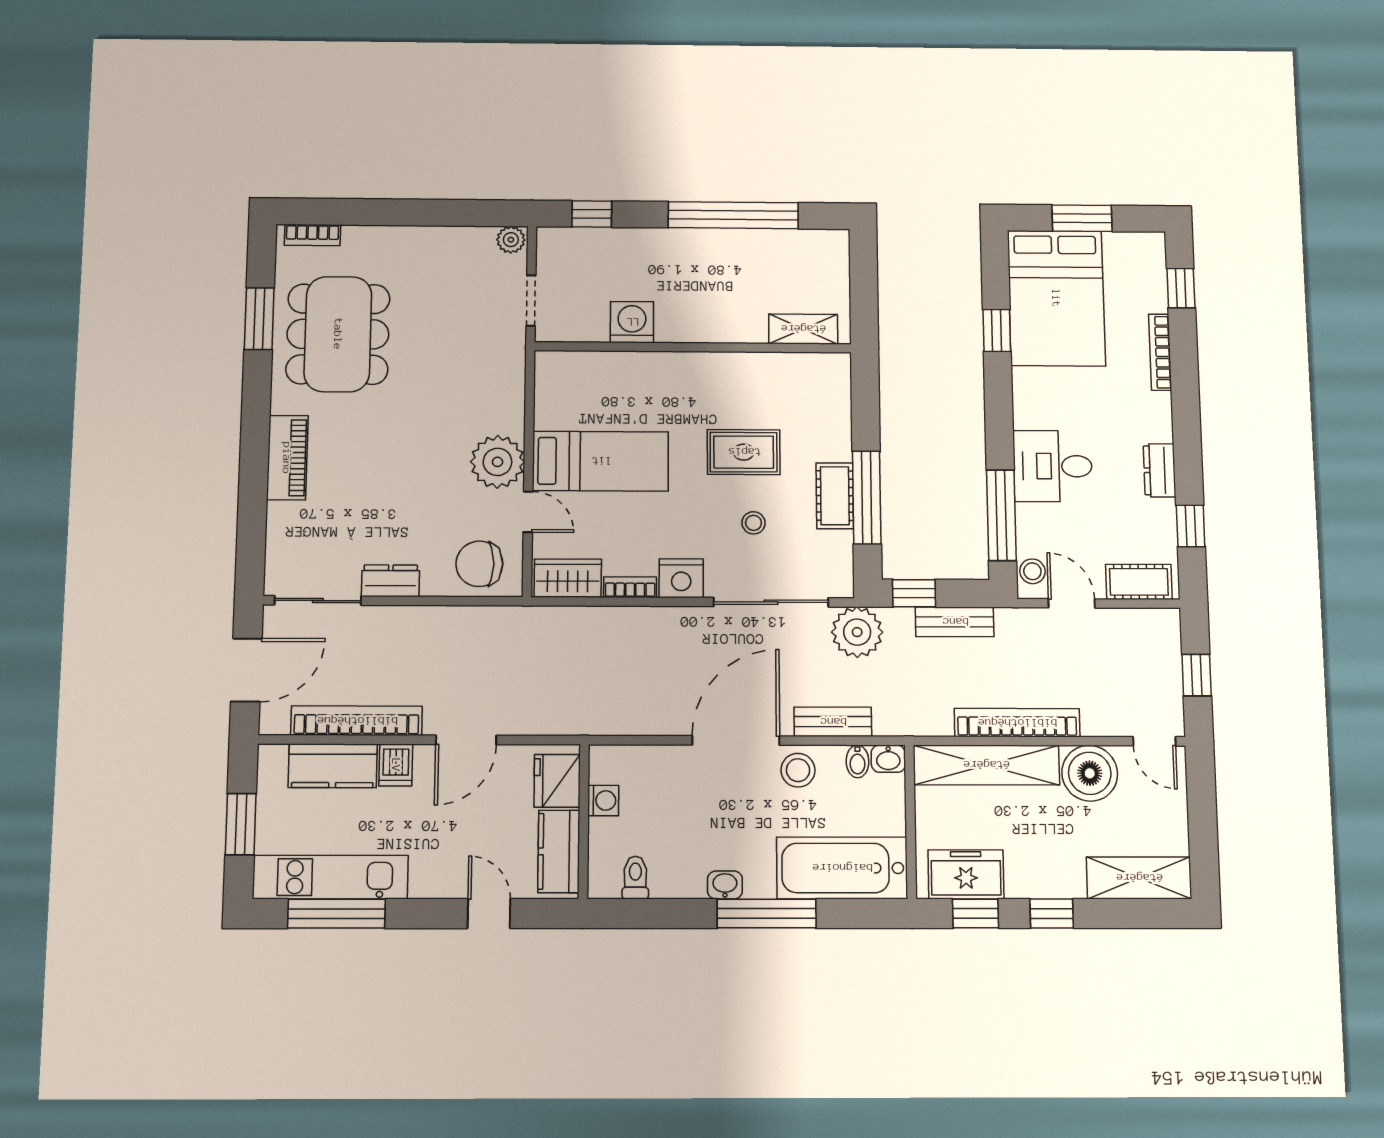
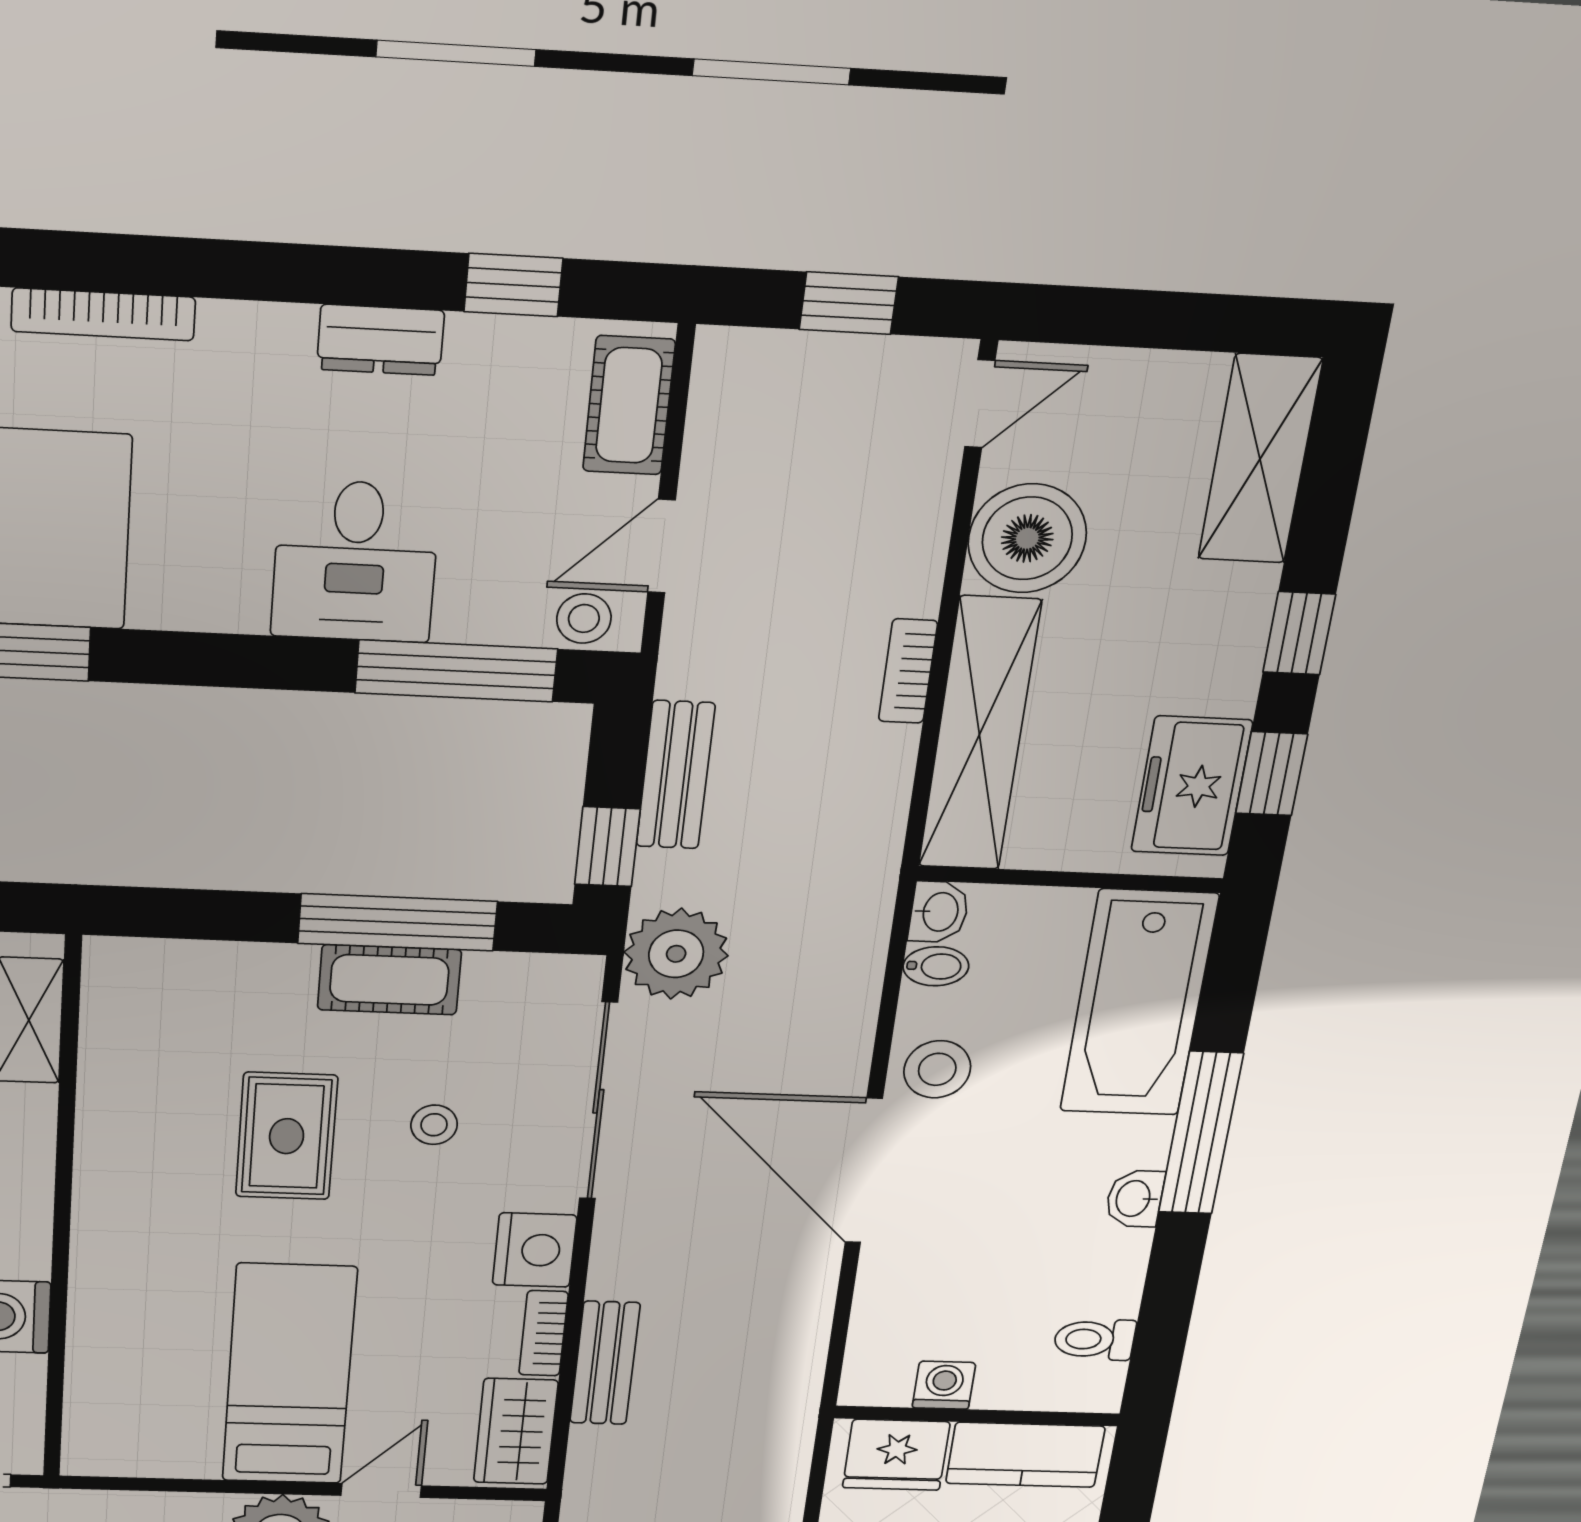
bench: (833, 722) -> (605, 1363), moved
bookcase: (1017, 723) -> (908, 671), width x0.43, depth x0.76

